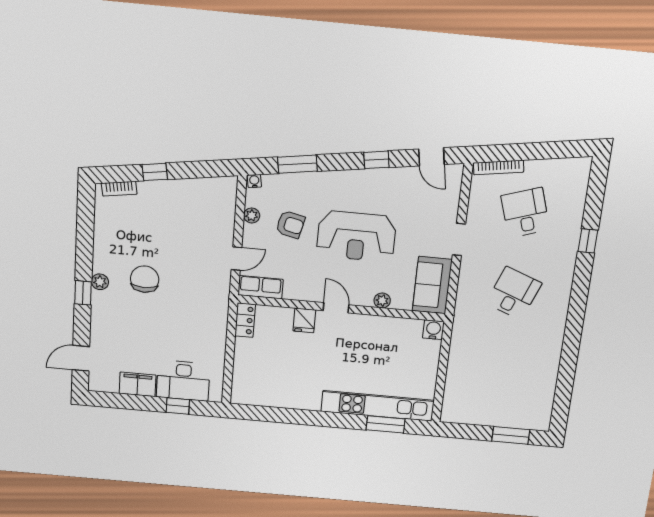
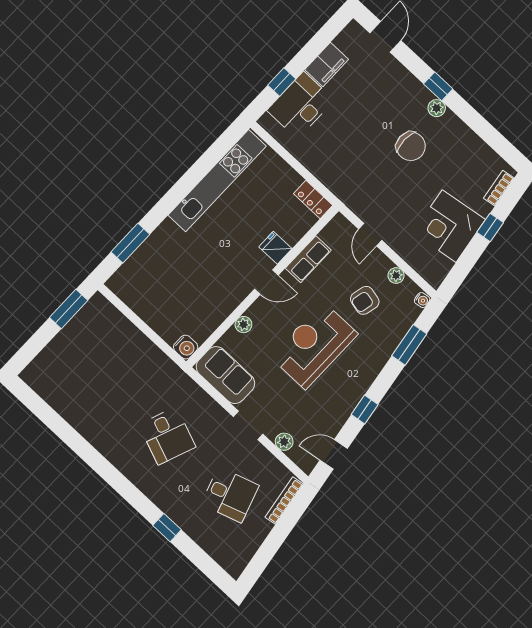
plant: (451, 203) -> (284, 442), added
corner desk: (180, 204) -> (449, 226), added
row of seats: (260, 287) -> (308, 259), moved
kitchen unit: (378, 406) -> (217, 181), moved
window: (511, 435) -> (69, 309), moved

